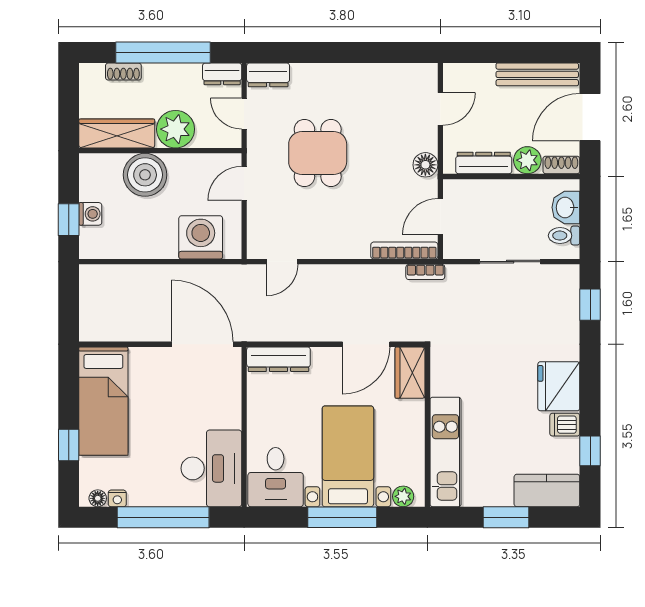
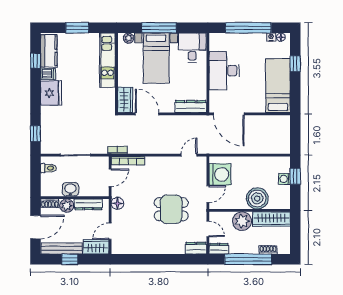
window: (521, 53) -> (70, 259), added
wardrobe: (468, 78) -> (96, 247), added
dining table: (318, 153) -> (171, 209), turned 90
washbasin: (566, 207) -> (70, 189), moved, turned -90
washing machine: (201, 237) -> (220, 174), moved, turned -90
door: (366, 344) -> (147, 114), hinge flipped
desk: (211, 468) -> (224, 71), moved
kitchen counter: (547, 490) -> (49, 51), moved, turned -90

